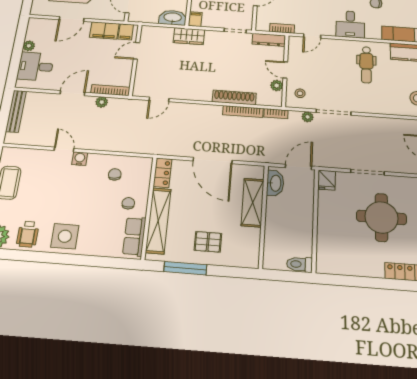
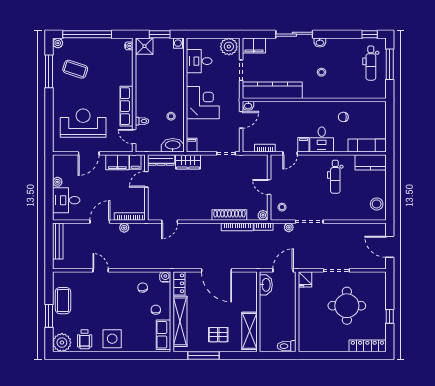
filing cabinet: (328, 28) -> (303, 145), added
dresser: (269, 40) -> (161, 160), moved
plant: (277, 85) -> (263, 215), moved
water cooler: (80, 159) -> (165, 277), moved
shelving: (253, 202) -> (249, 331), moved

